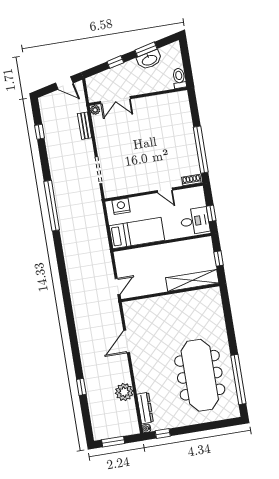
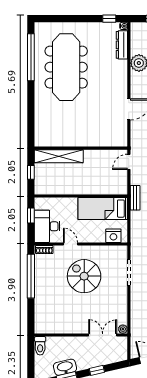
bench: (85, 126) -> (135, 198), moved
spiral stairs: (145, 159) -> (84, 276), added
desk: (195, 221) -> (47, 226), moved, width x1.37

